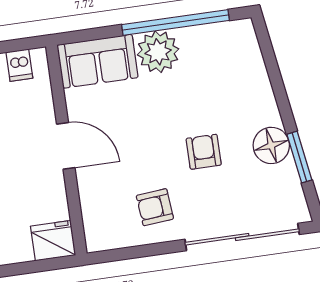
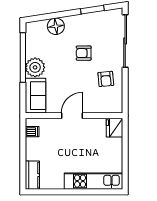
floor lamp: (271, 145) -> (56, 26), moved

